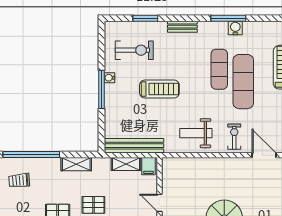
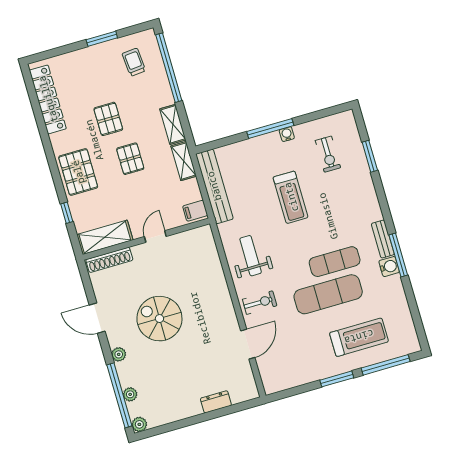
bench: (182, 27) -> (383, 239), moved
exercise bike: (134, 50) -> (328, 154), width x0.73, depth x0.72
shelving: (126, 164) -> (184, 161), moved

